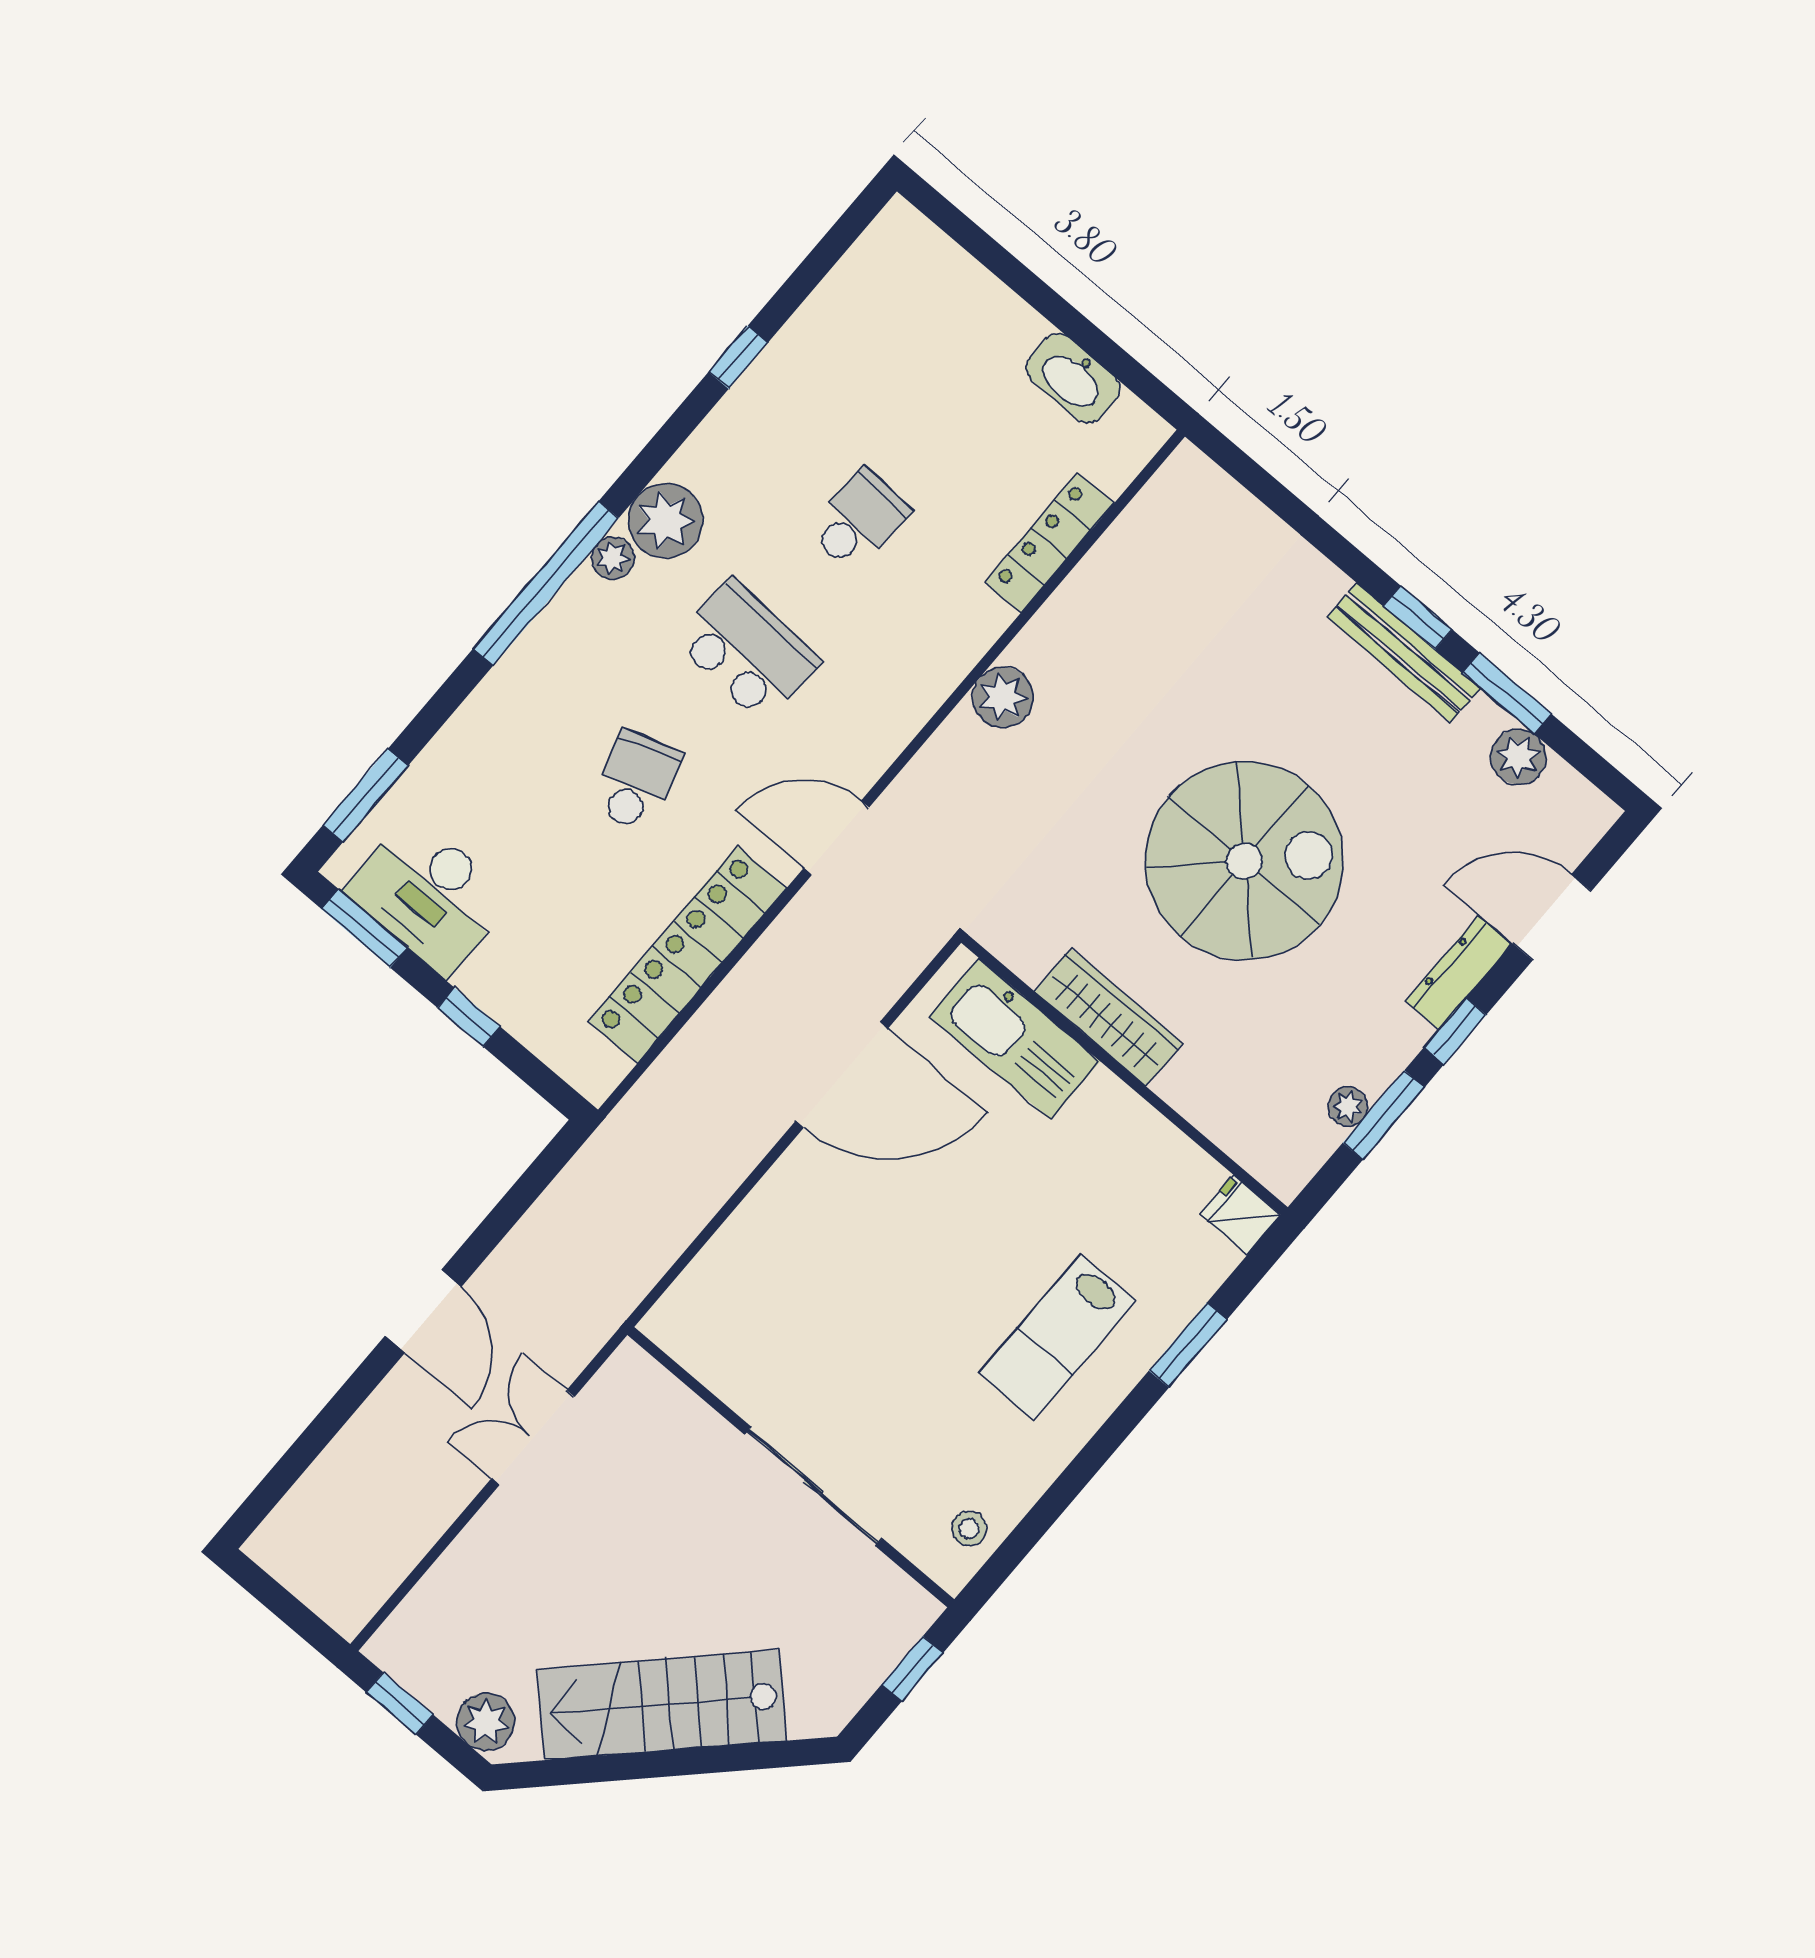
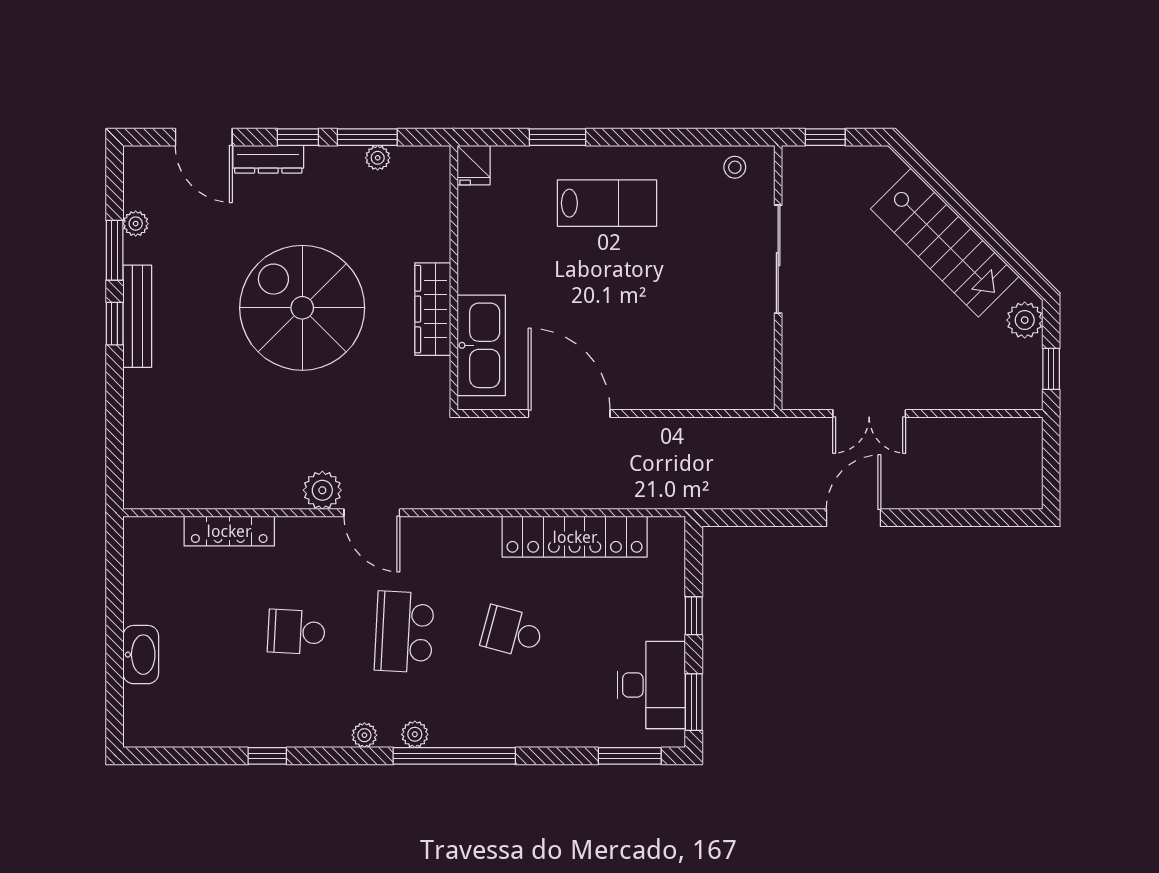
washbasin: (1073, 378) -> (141, 655), moved
plant: (665, 521) -> (364, 735), width x0.53, depth x0.53
plant: (1518, 757) -> (136, 224), width x0.73, depth x0.73
school desk: (636, 781) -> (512, 632), turned 33
door: (836, 838) -> (372, 513), moved

